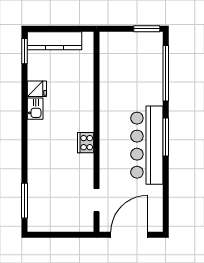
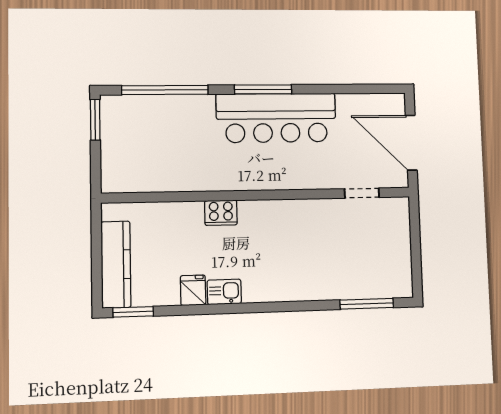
cooker: (86, 143) -> (221, 213), moved

